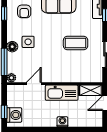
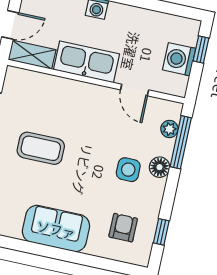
plant: (11, 78) -> (169, 129), moved
door: (34, 84) -> (135, 90), hinge flipped
washing machine: (14, 115) -> (179, 59), moved

